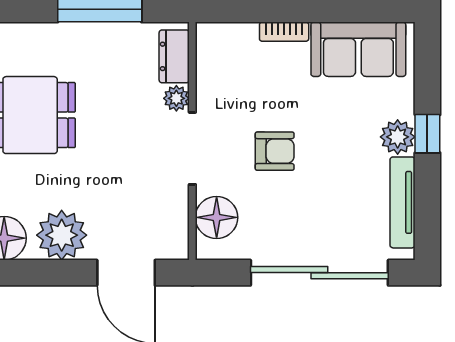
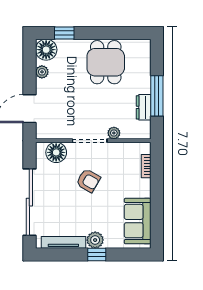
bookcase: (284, 32) -> (146, 166), moved
dresser: (174, 56) -> (144, 107), moved, turned -90
armchair: (275, 151) -> (88, 181), turned -60
plant: (62, 235) -> (42, 72), width x0.53, depth x0.53

